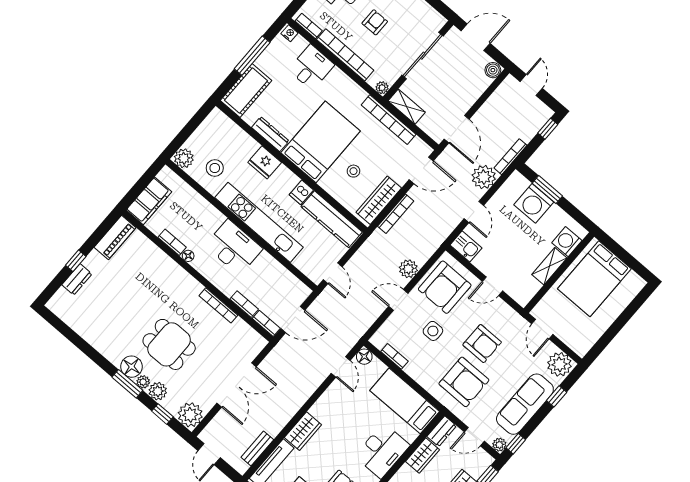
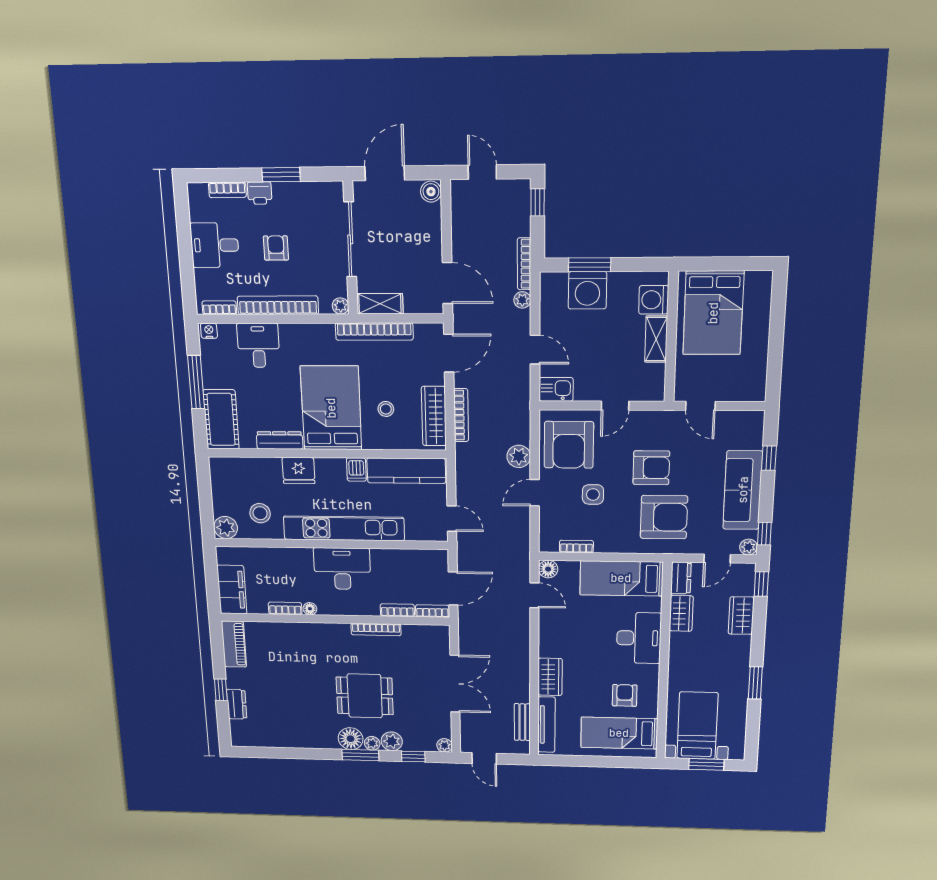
plant: (484, 177) -> (522, 300), width x0.53, depth x0.53
plant: (559, 364) -> (747, 426), removed
plant: (190, 415) -> (445, 745), width x0.53, depth x0.53

